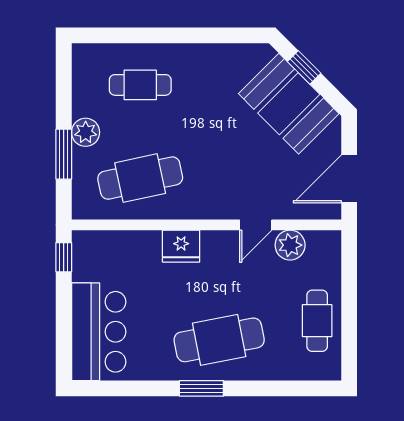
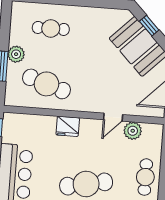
cafe table: (140, 178) -> (46, 84), turned 30

